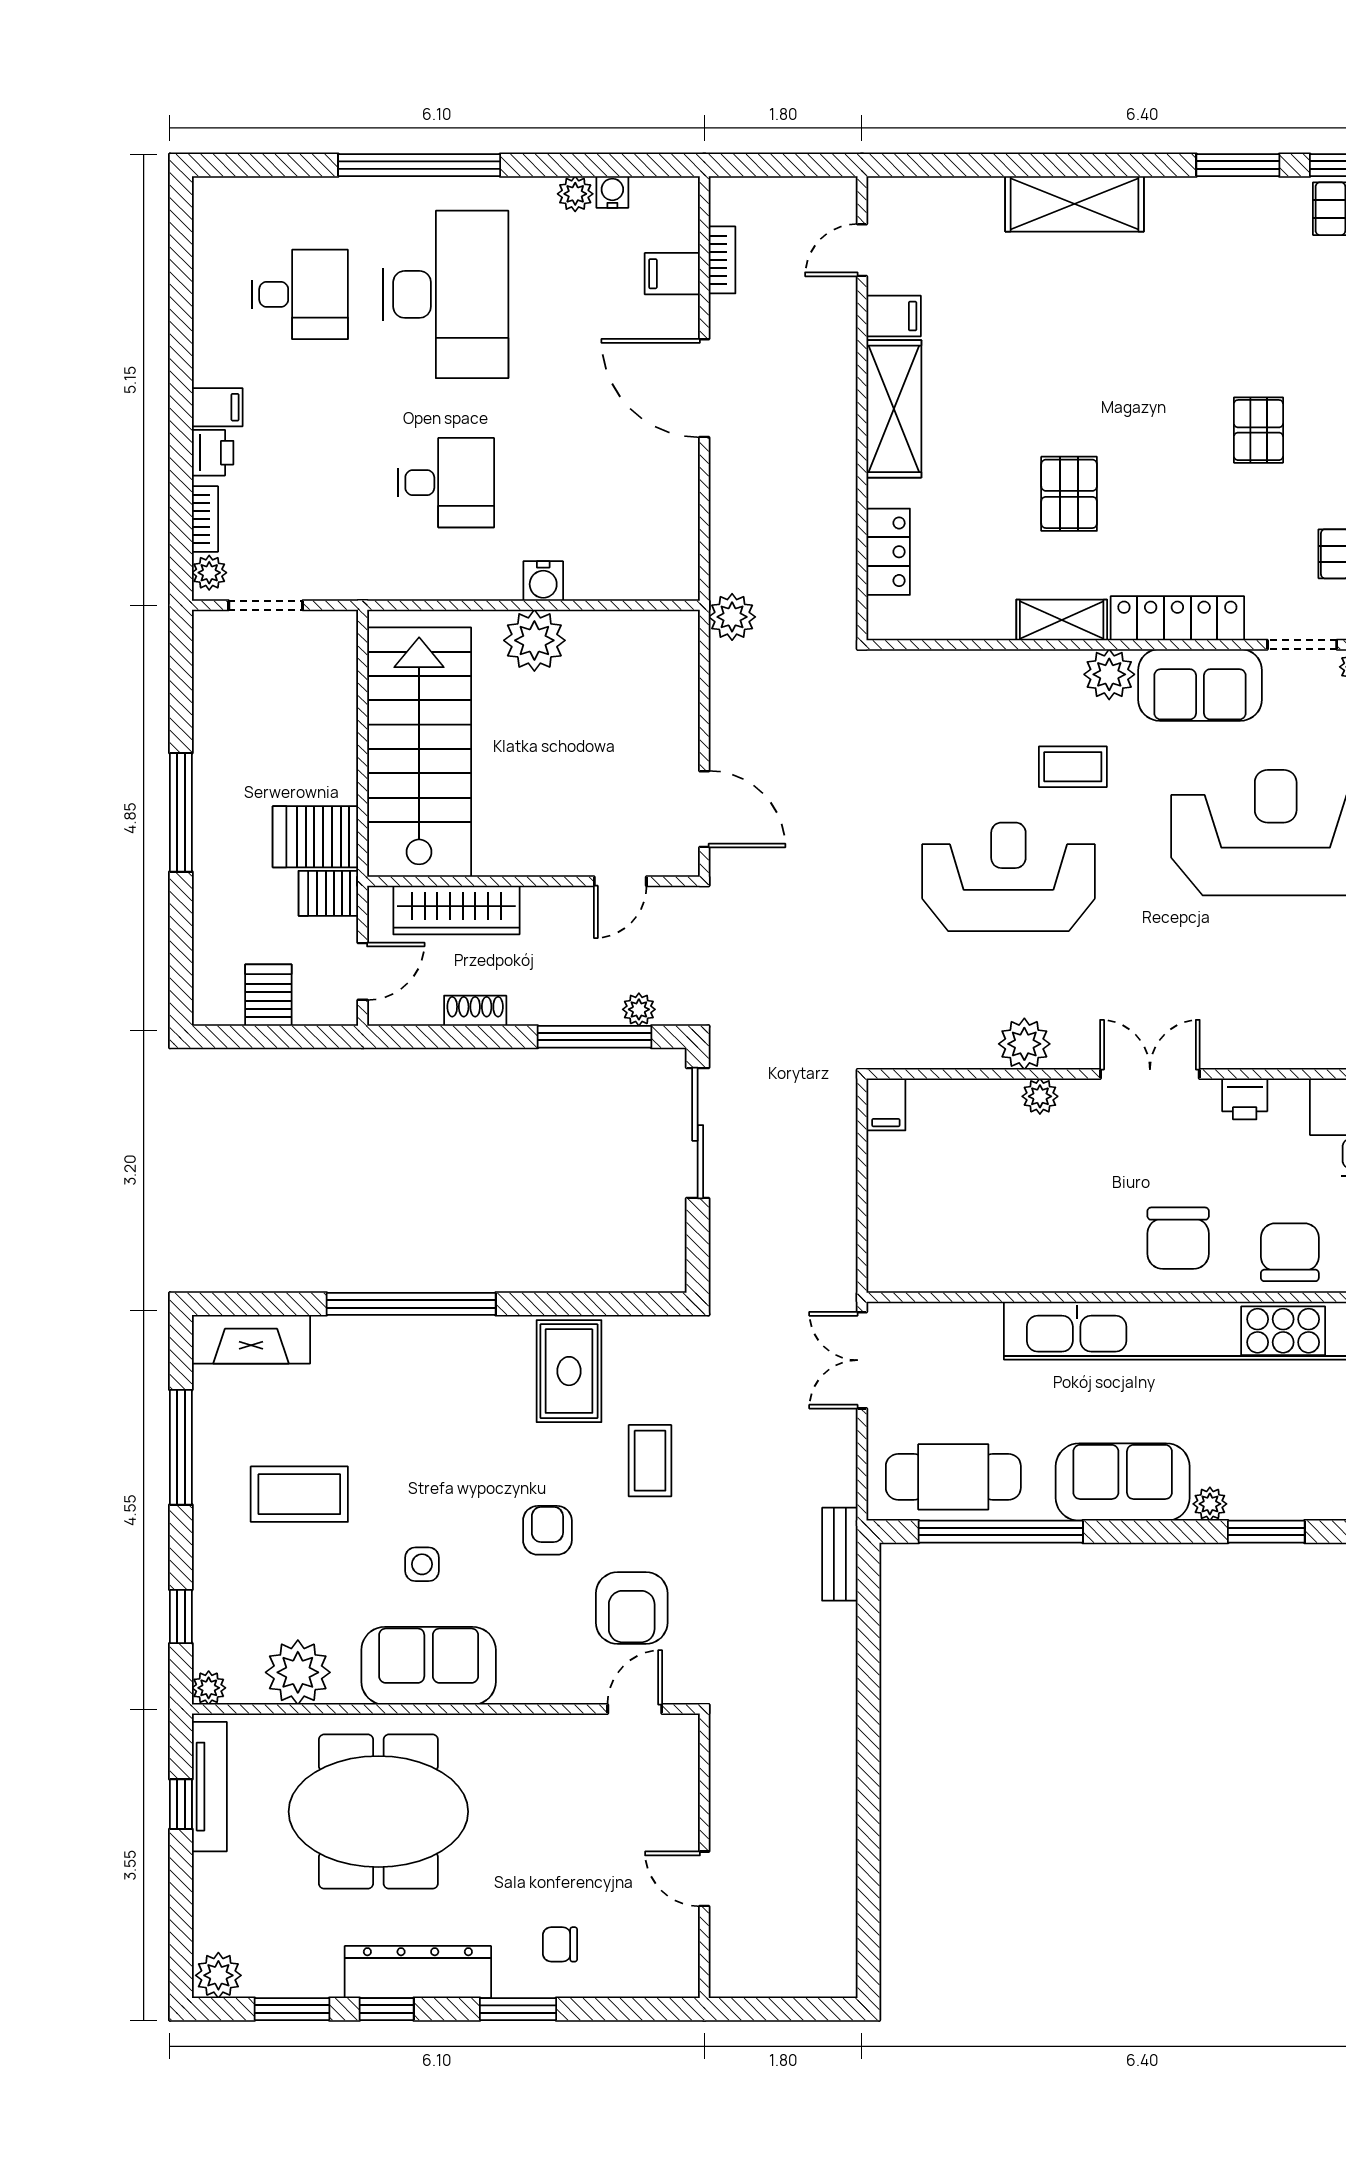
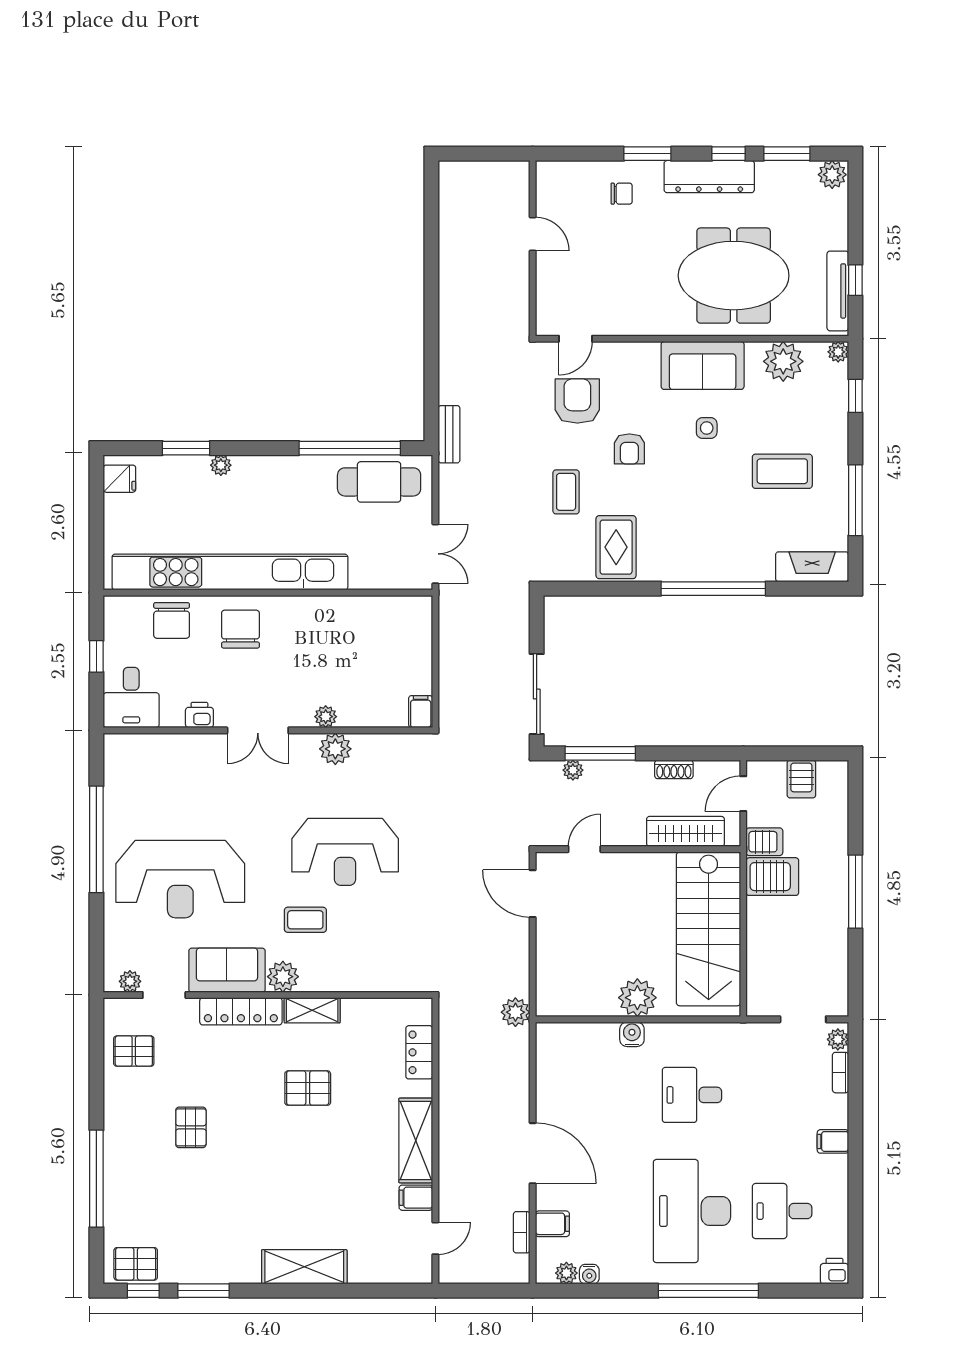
plant: (575, 194) -> (566, 1273), moved
printer: (213, 453) -> (834, 1271), moved, turned 90
pallet: (1069, 494) -> (308, 1088), turned 90
sofa: (1123, 1482) -> (275, 479), removed

